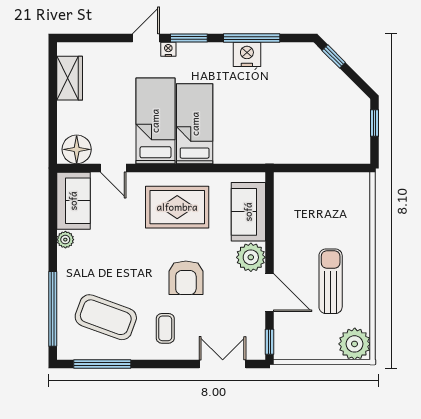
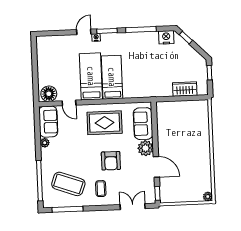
nightstand: (247, 54) -> (166, 37), moved
wardrobe: (70, 78) -> (185, 89), moved, turned -90
sun lounger: (331, 281) -> (189, 159), removed
plant: (355, 344) -> (208, 197), width x0.53, depth x0.53

